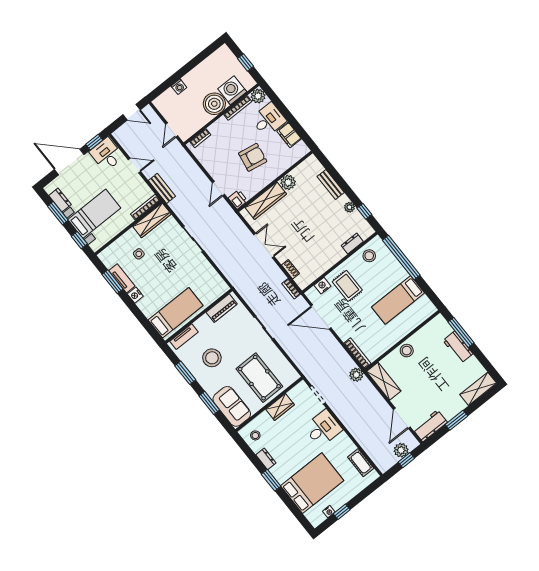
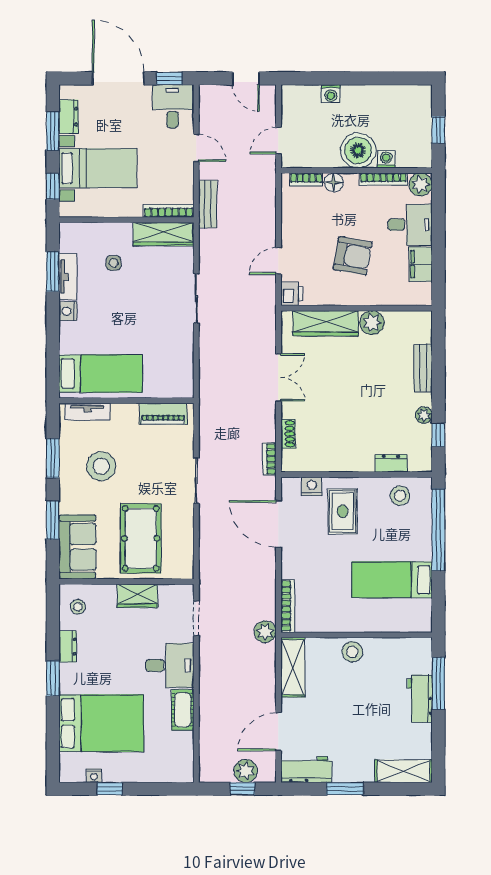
washing machine: (232, 90) -> (386, 159), width x0.53, depth x0.53
floor lamp: (215, 129) -> (334, 182), added
cot: (361, 463) -> (183, 710), moved

